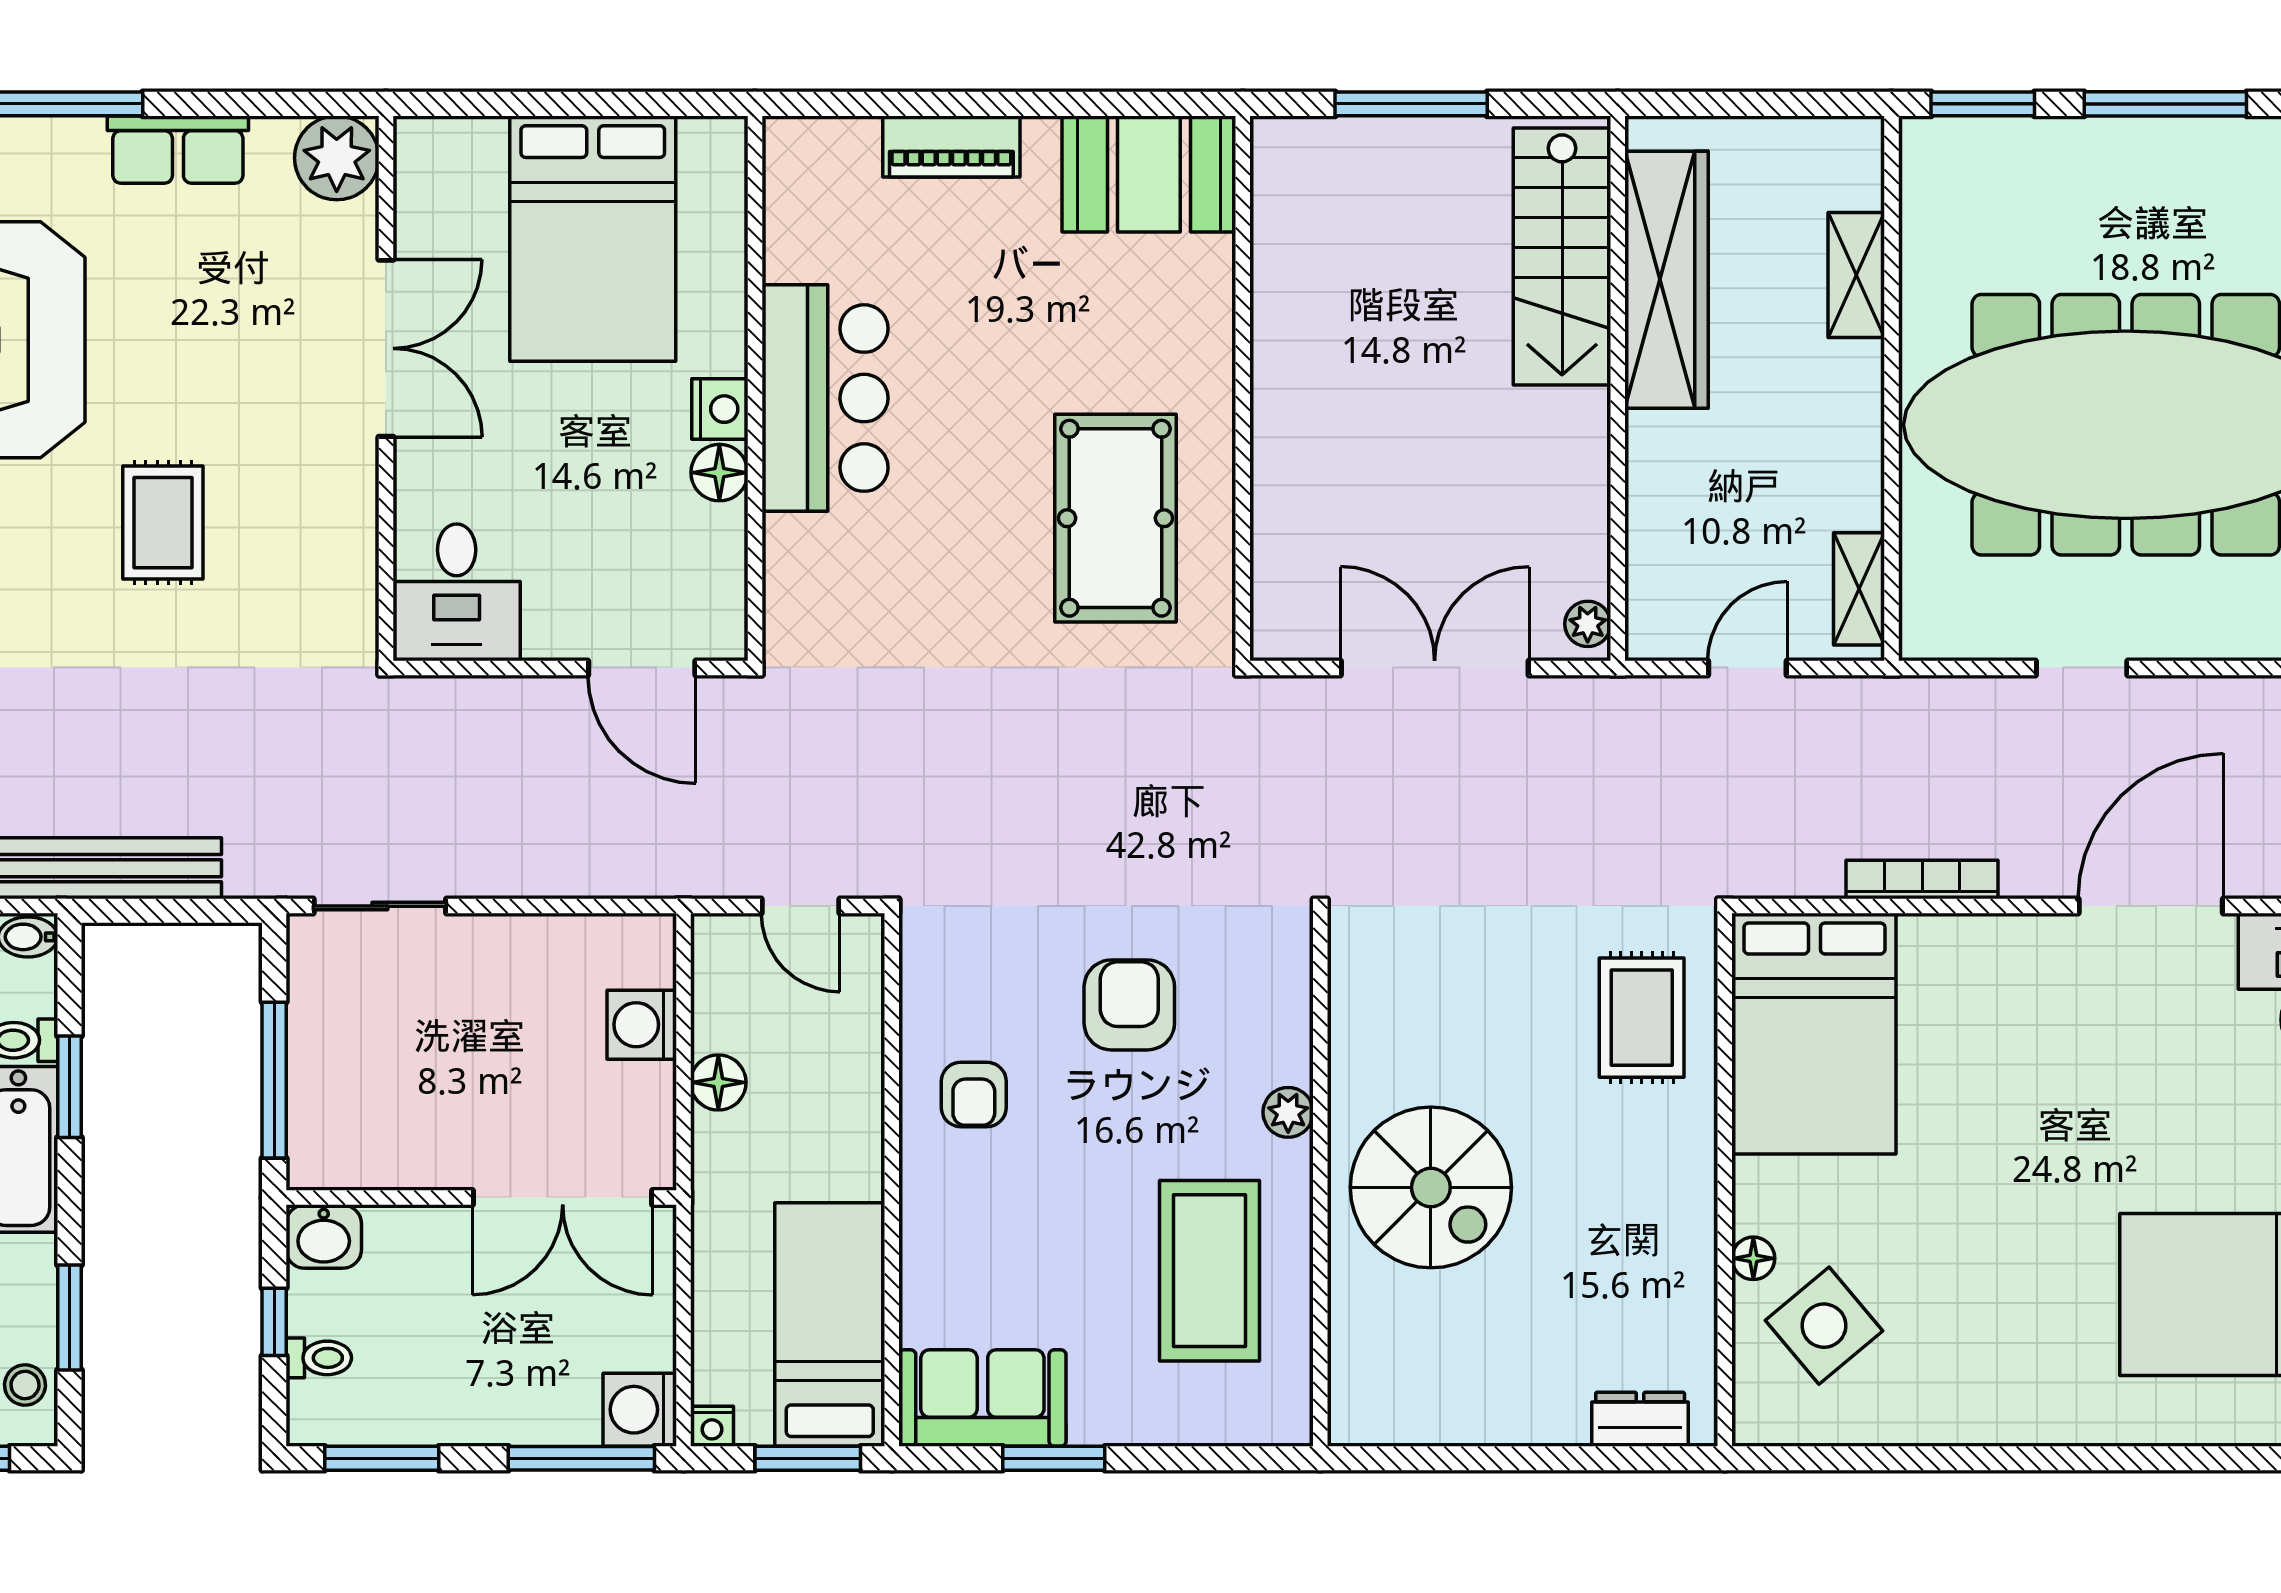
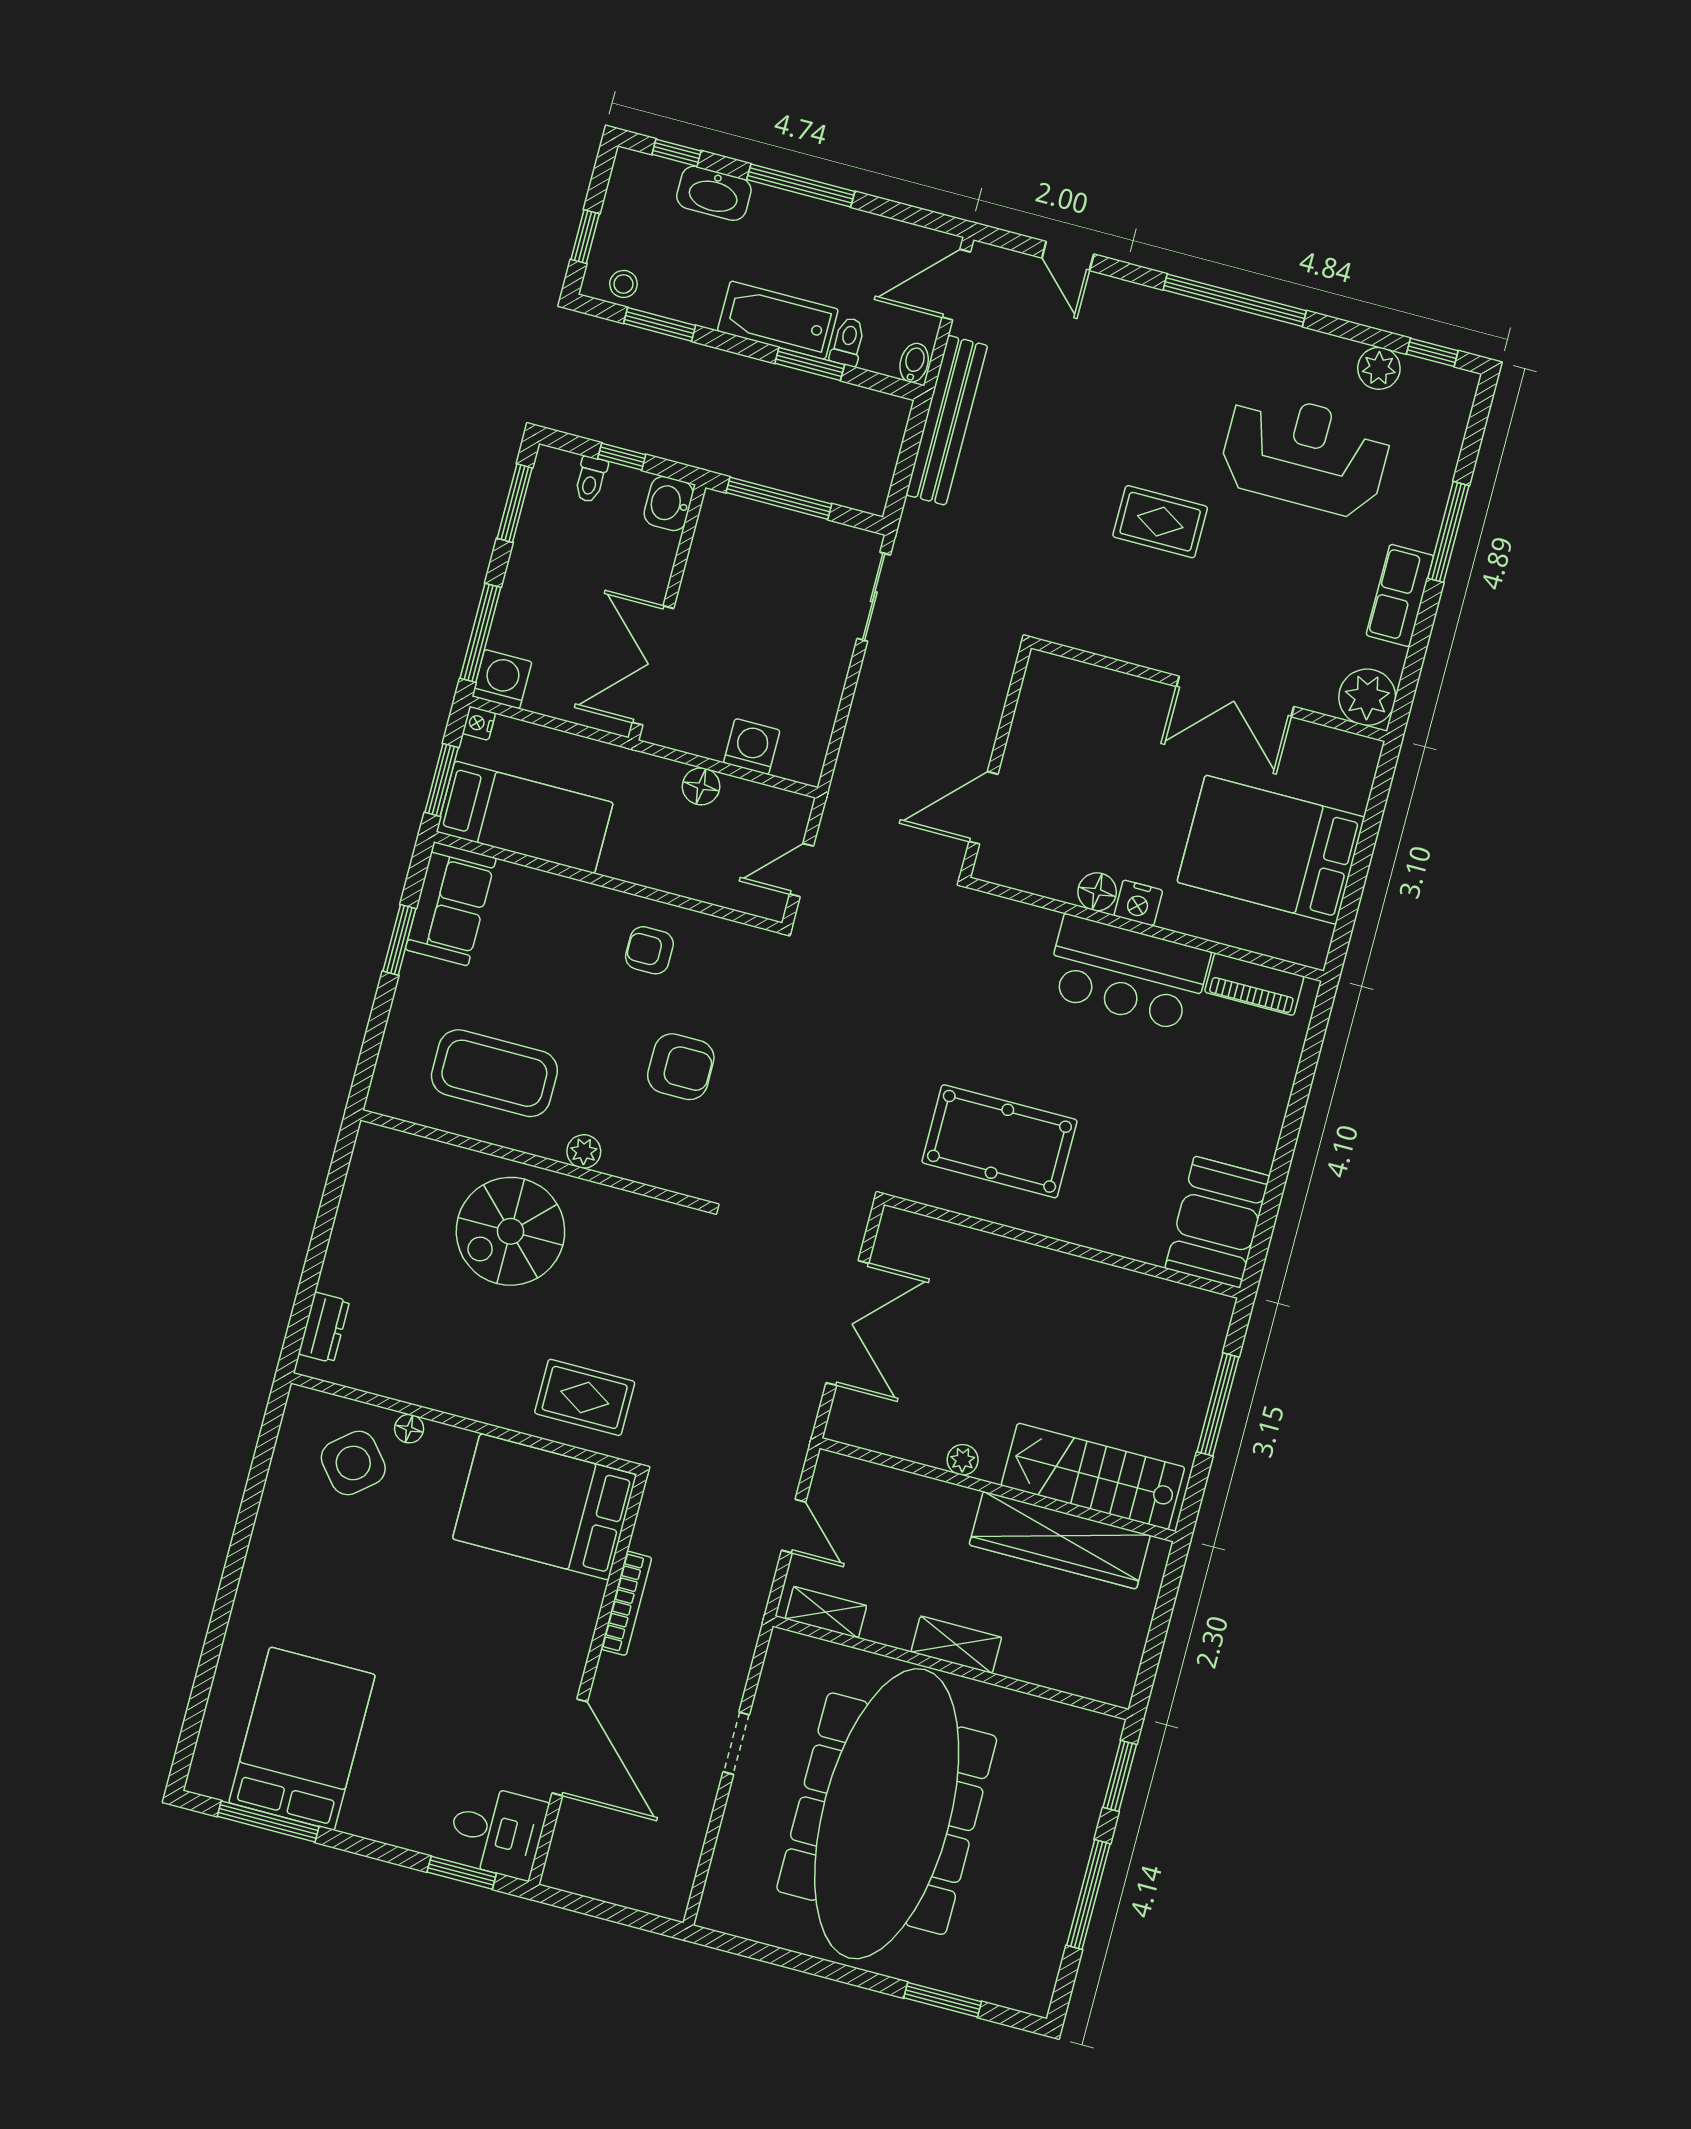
piano: (951, 146) -> (1254, 984), moved, turned -90
shelving: (1856, 275) -> (956, 1645), moved
desk: (457, 592) -> (1064, 700), removed
plant: (1588, 624) -> (963, 1460), moved

